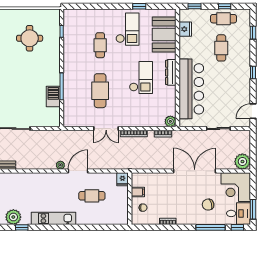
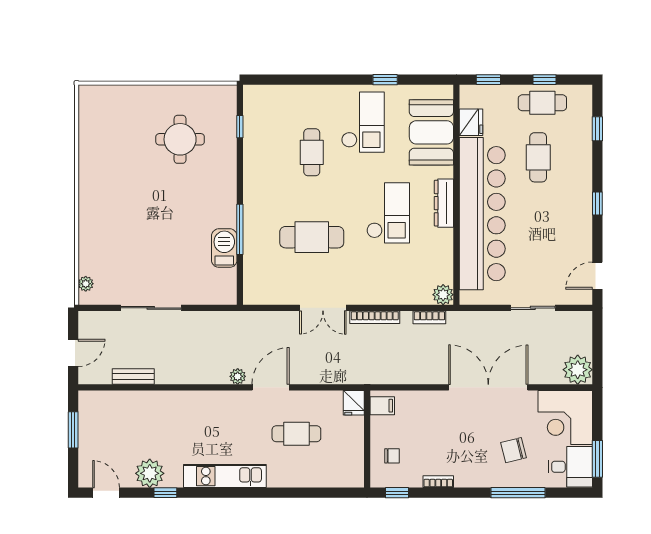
bar counter: (191, 89) -> (482, 214), width x1.36
cafe table: (100, 91) -> (312, 237), turned 90
filing cabinet: (138, 192) -> (382, 406), moved
window: (237, 227) -> (397, 493), moved

